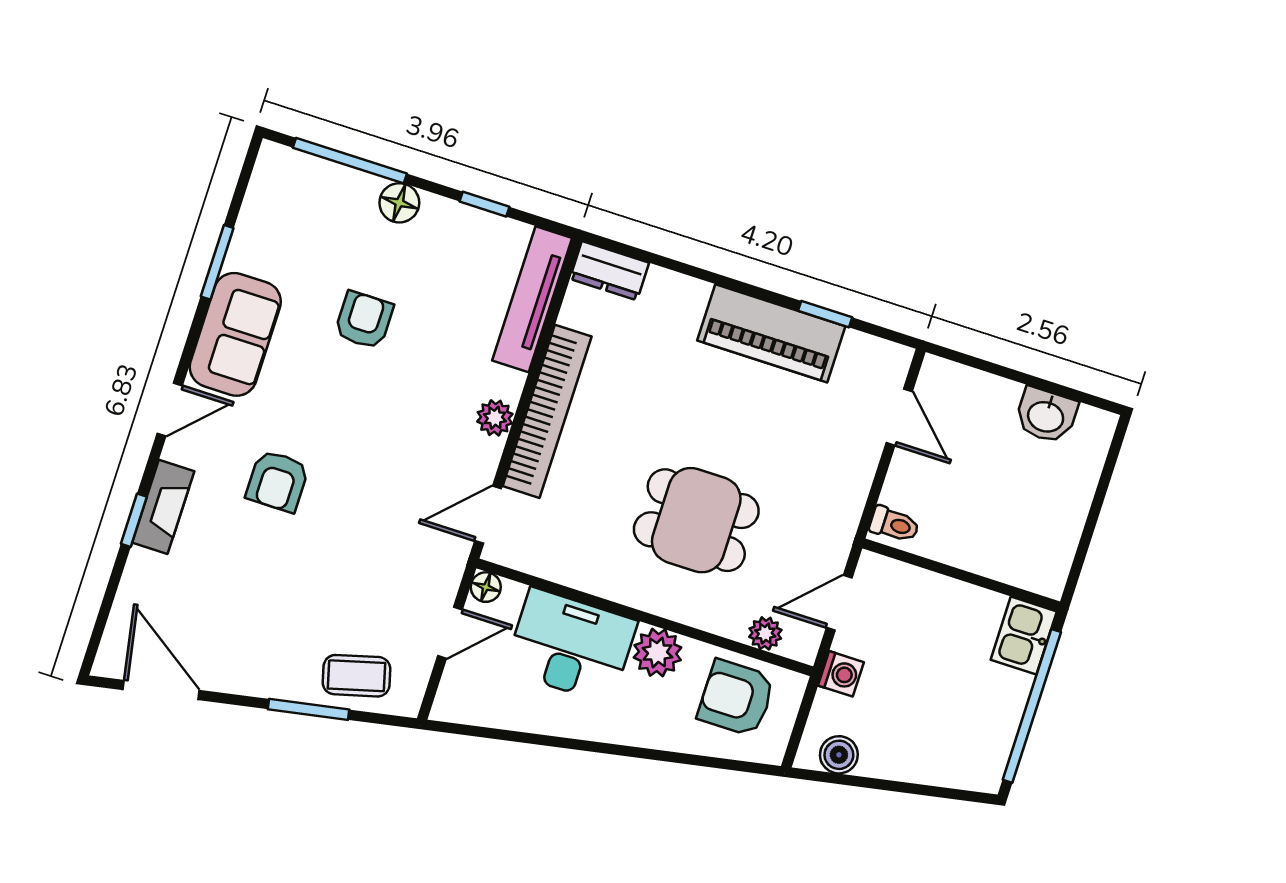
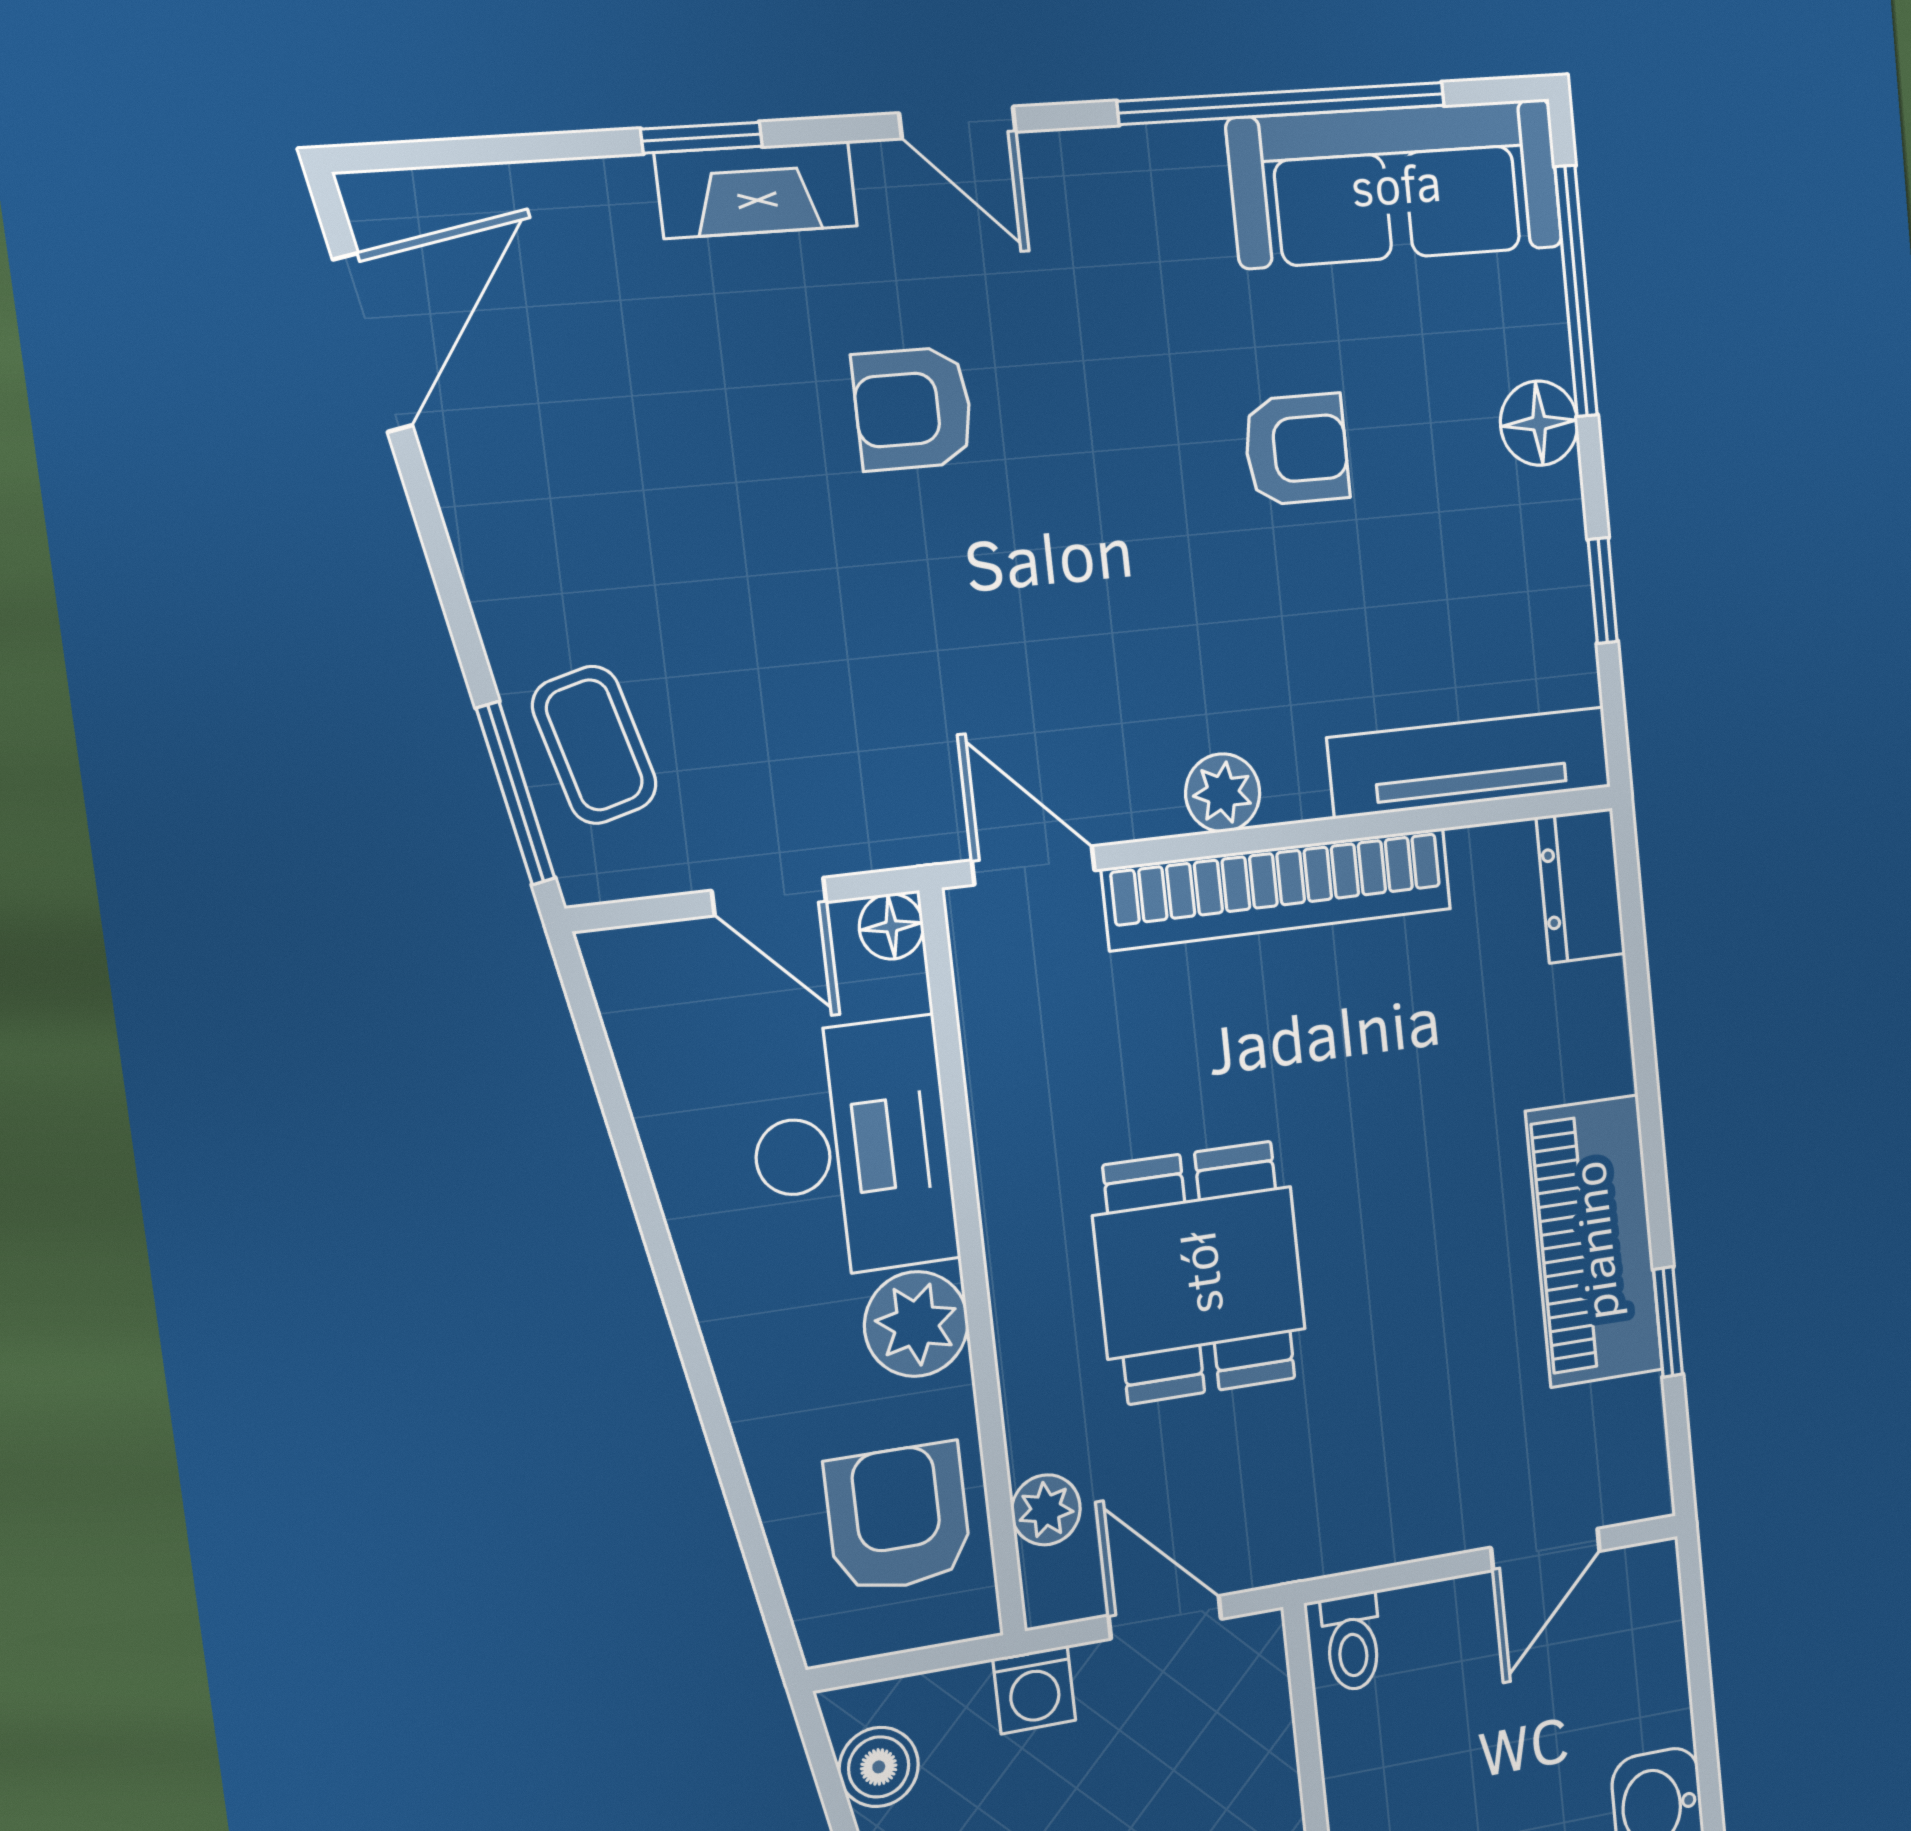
window: (217, 262) -> (1282, 103), width x2.11
sofa: (235, 334) -> (1396, 183), moved, width x1.36
window: (308, 709) -> (516, 793), moved

